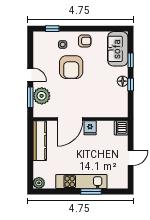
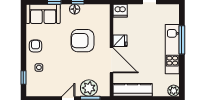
armchair: (71, 67) -> (82, 41), moved, turned 180
window: (91, 191) -> (182, 40), width x1.44

